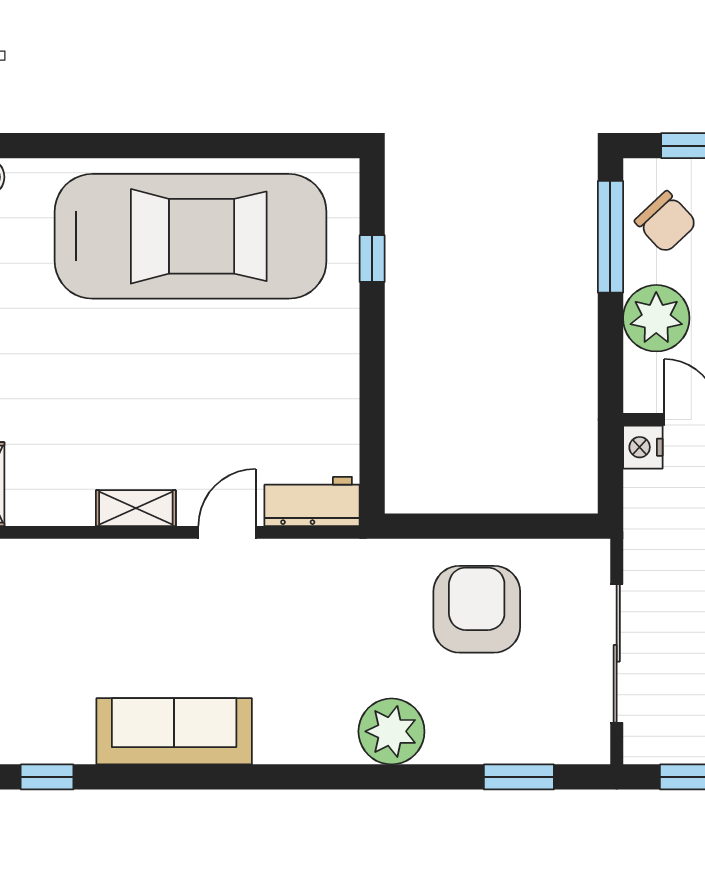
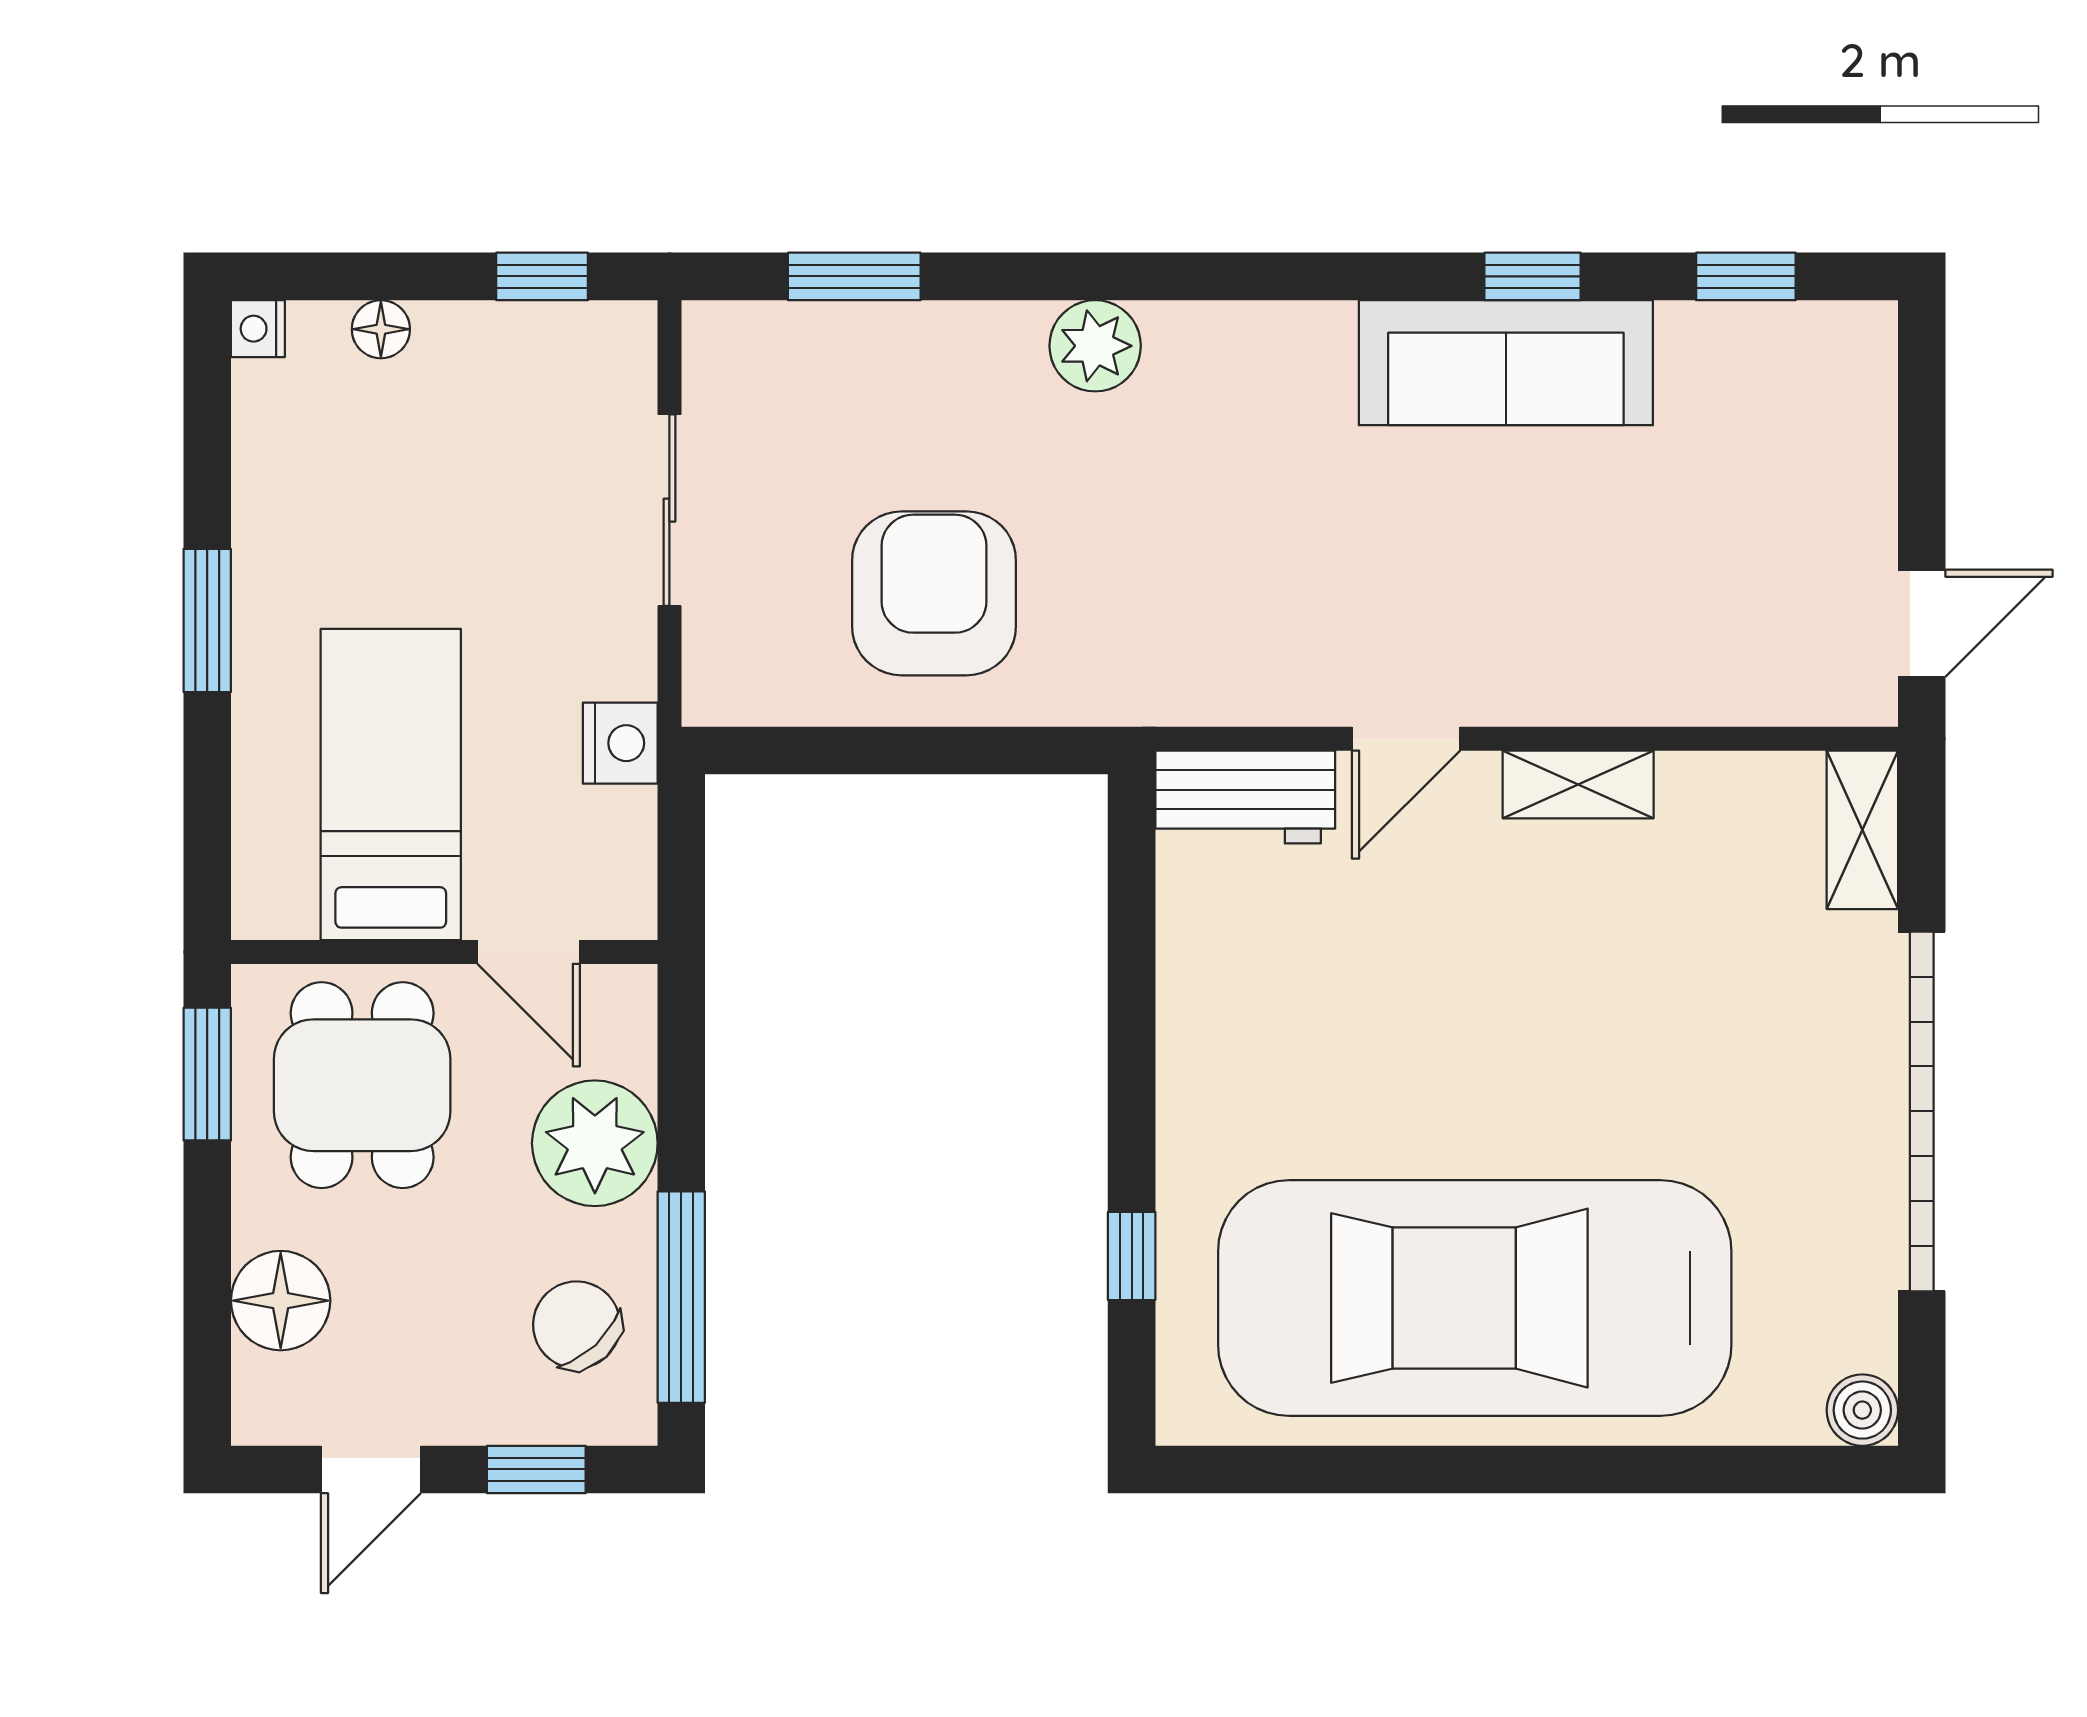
nightstand: (643, 447) -> (620, 743), moved
armchair: (477, 609) -> (934, 593), turned 180
sliding door: (617, 653) -> (669, 510), width x0.73
plant: (391, 731) -> (1095, 346), width x0.73, depth x0.73
window: (160, 777) -> (1533, 276), added

